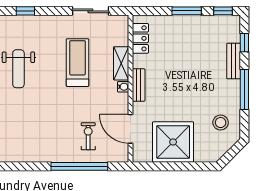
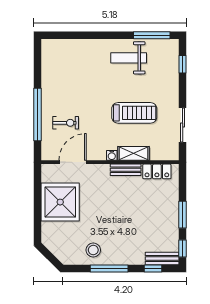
bench: (234, 61) -> (162, 258), moved
bench: (139, 85) -> (126, 170), moved
stool: (221, 123) -> (93, 250), moved

